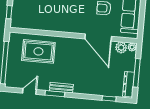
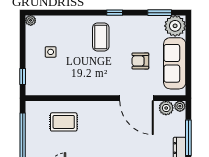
rug: (38, 51) -> (64, 122), width x0.73, depth x0.70

